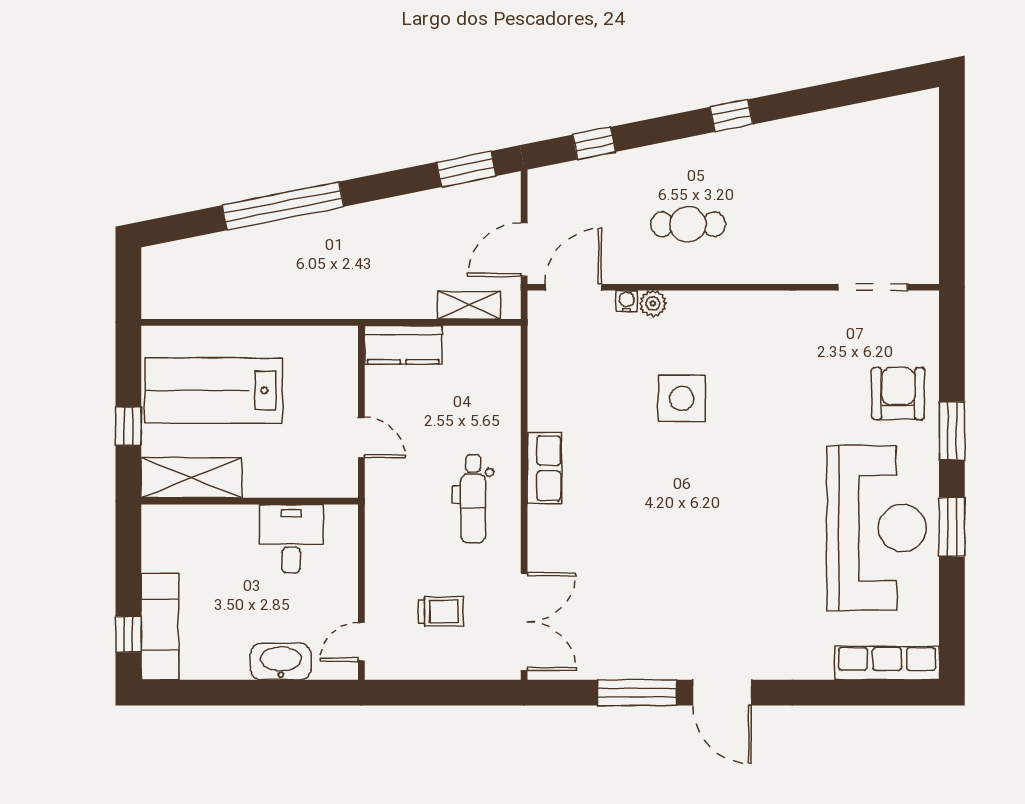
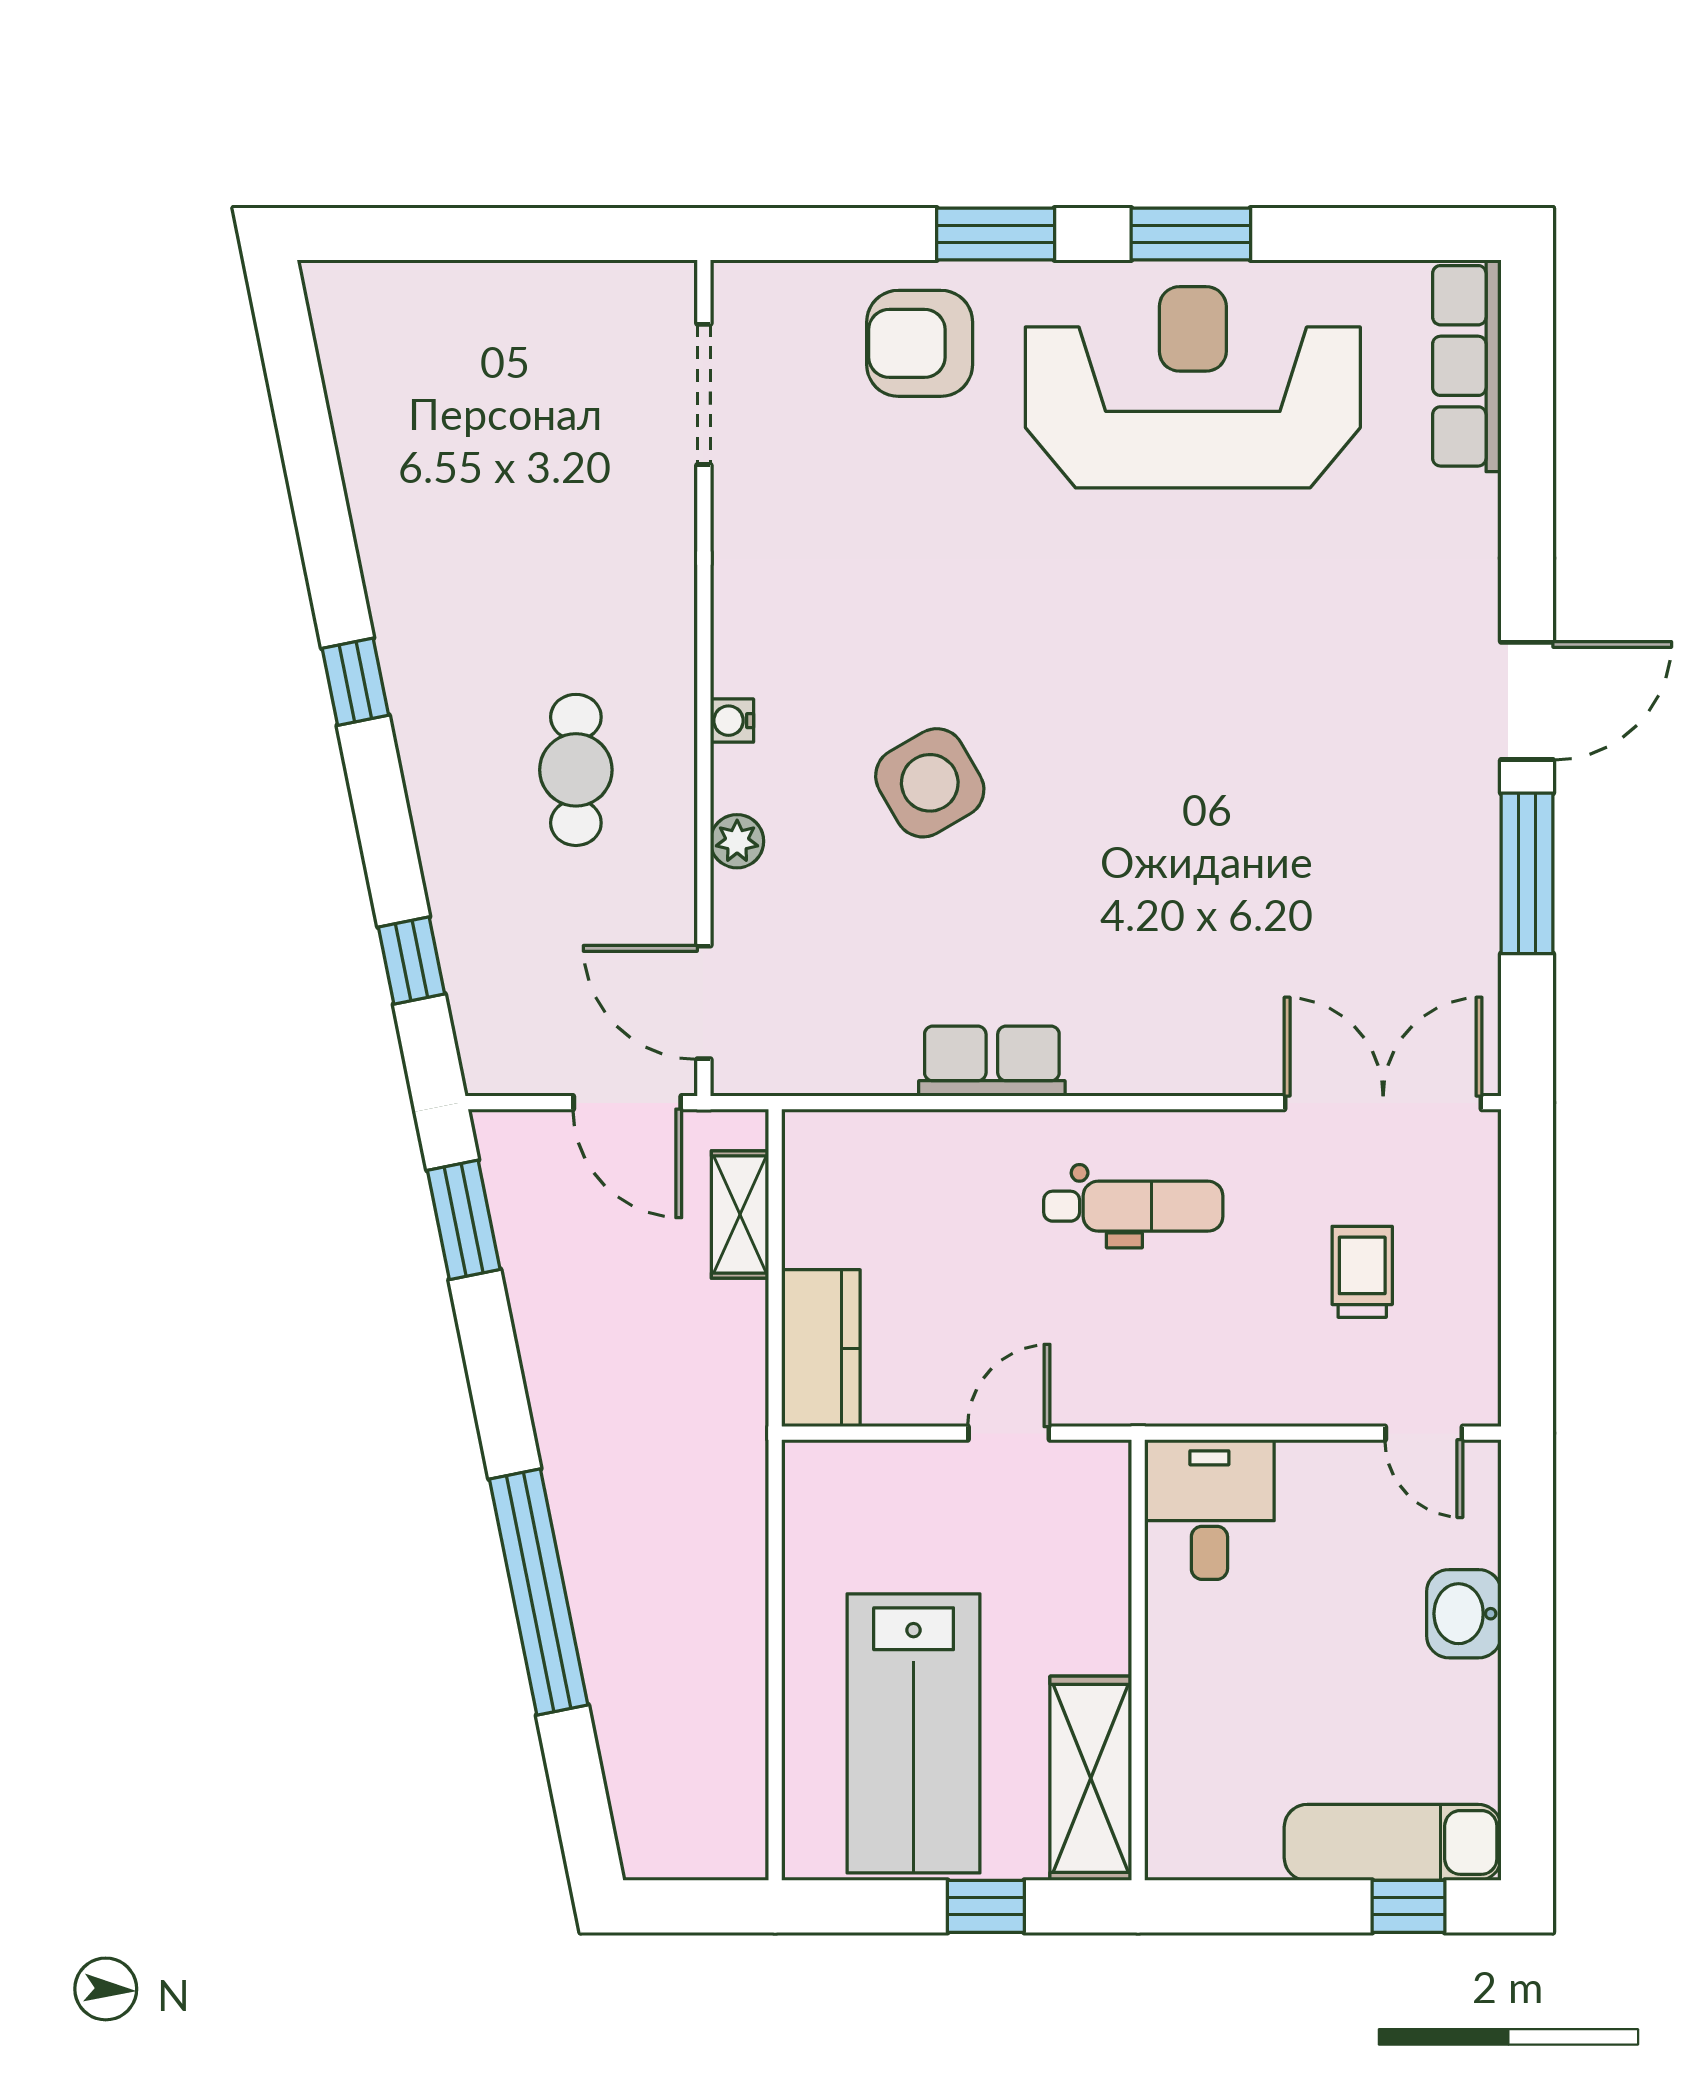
water cooler: (627, 301) -> (732, 721), moved
side table: (682, 398) -> (930, 783), turned -30
row of seats: (545, 468) -> (992, 1061), moved
desk: (291, 539) -> (1209, 1510), moved, turned 90
washbasin: (281, 662) -> (1464, 1614), width x0.72

